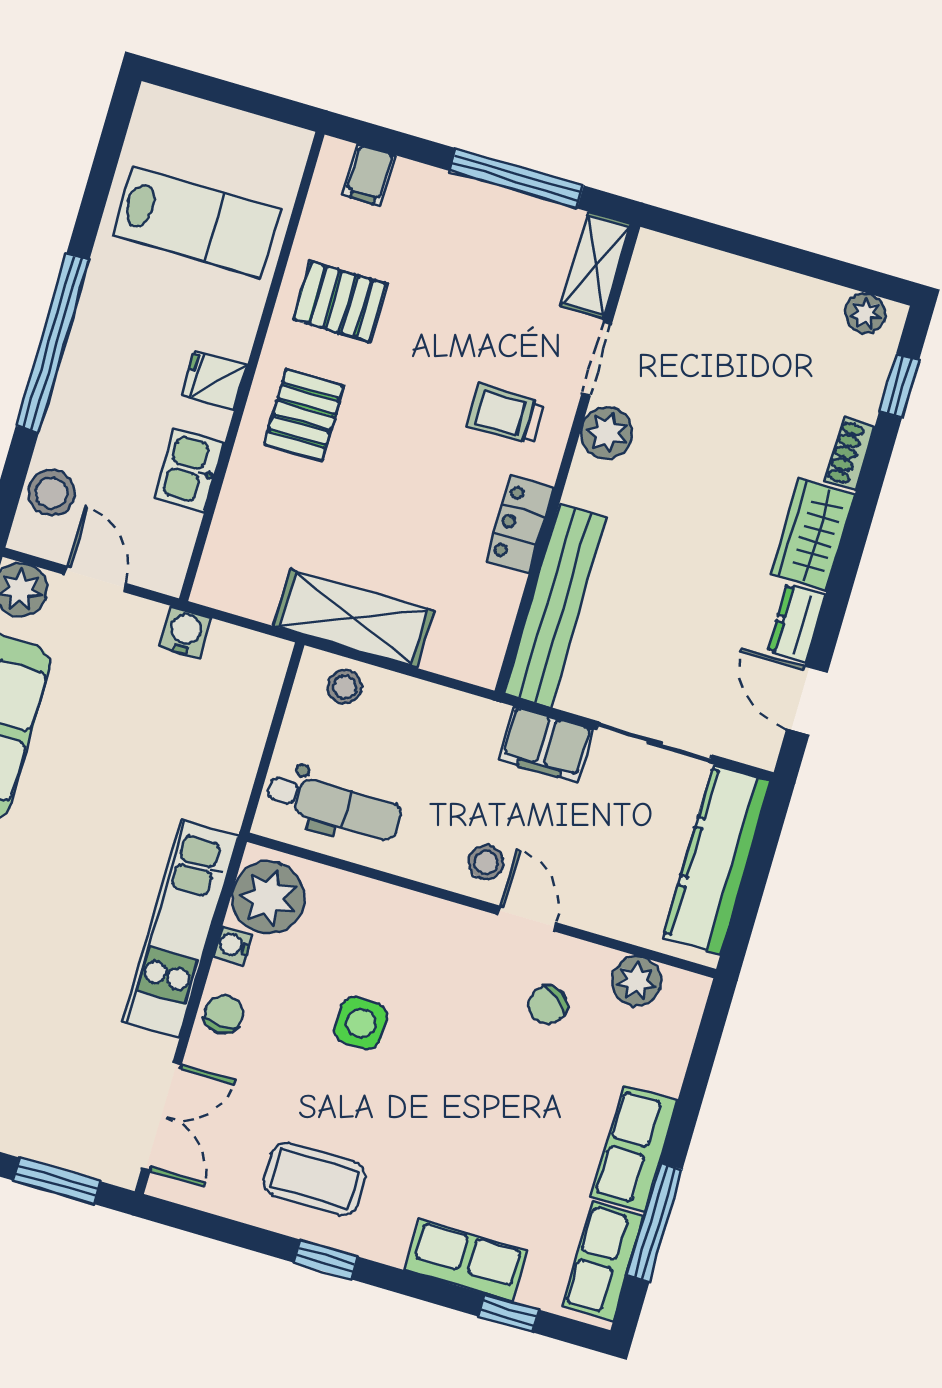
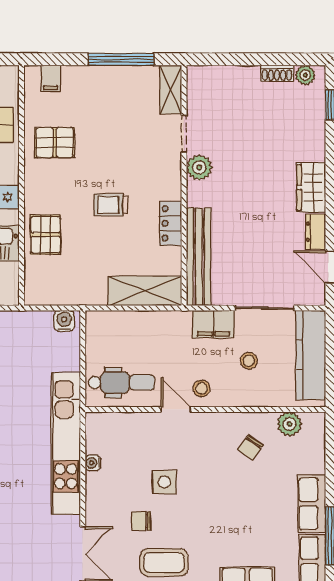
trolley: (505, 414) -> (111, 205), moved
pallet: (304, 415) -> (46, 235), moved
shoe rack: (850, 454) -> (277, 73), moved, turned -90
shelving: (354, 618) -> (145, 291), moved
water cooler: (185, 632) -> (64, 321), moved
stool: (345, 687) -> (249, 361), moved
plant: (268, 897) -> (103, 435), removed
door: (527, 919) -> (176, 409), moved
kitchen unit: (180, 929) -> (66, 444), width x1.36
chair: (224, 1014) -> (141, 521), moved, turned -90

